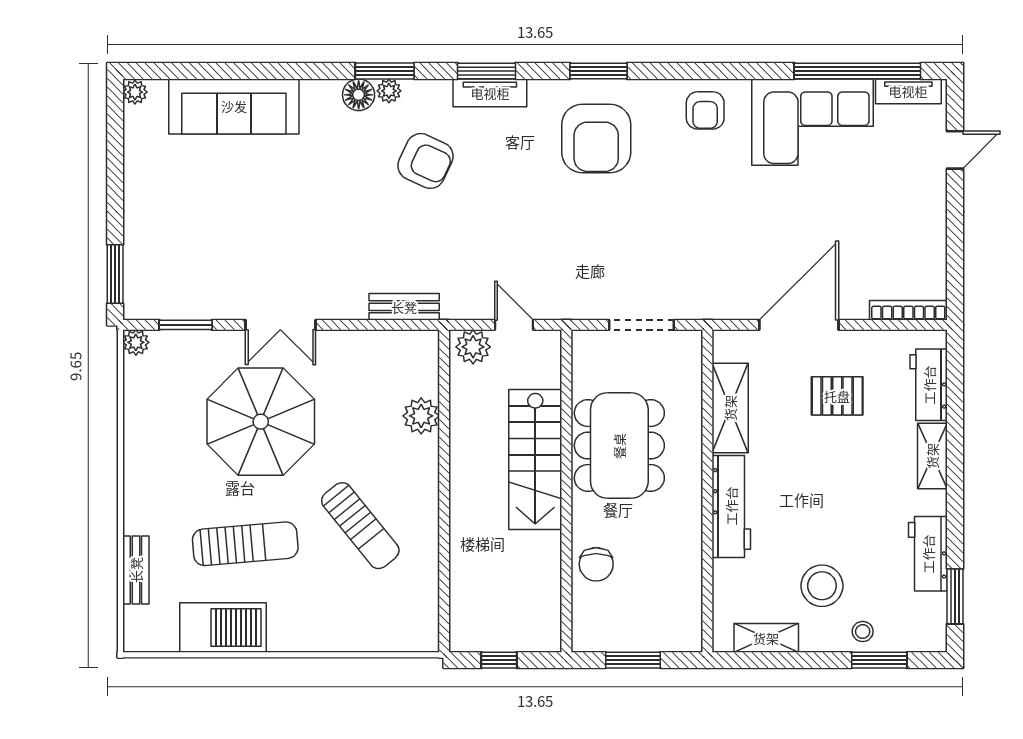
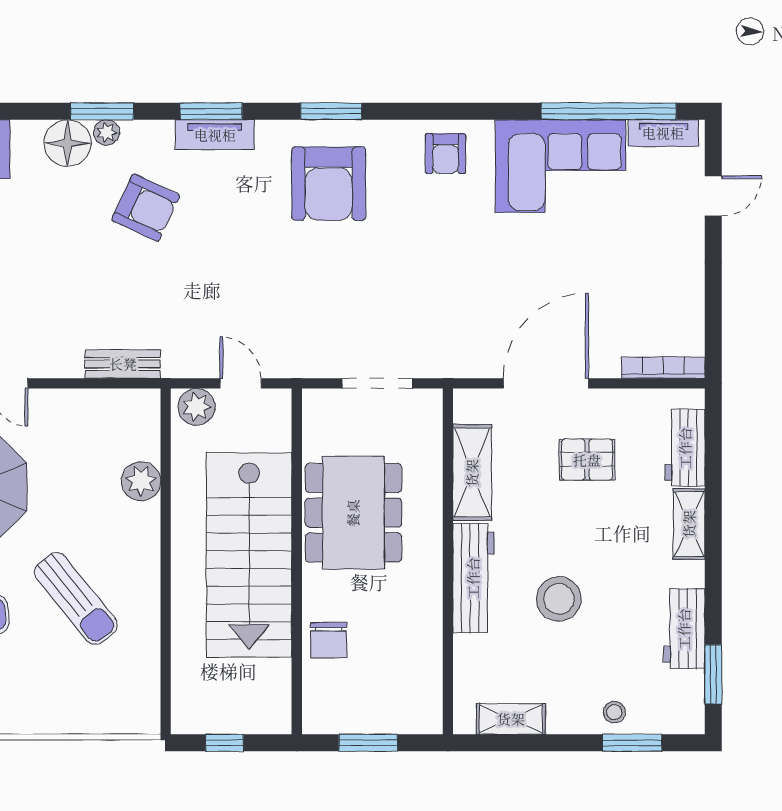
floor lamp: (359, 95) -> (68, 143), width x1.38, depth x1.38
stairs: (535, 460) -> (249, 555), width x1.36, depth x1.51
stool: (822, 586) -> (559, 599), moved

